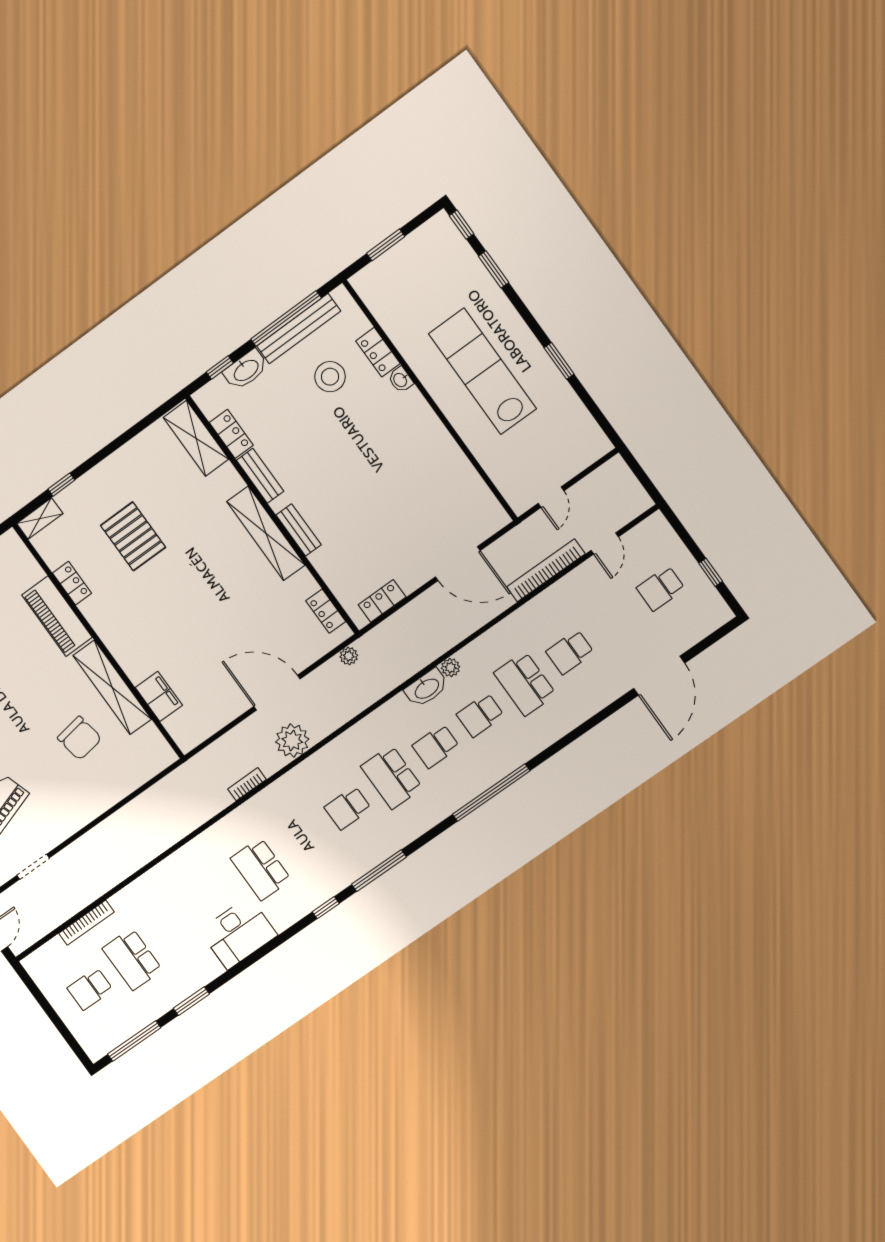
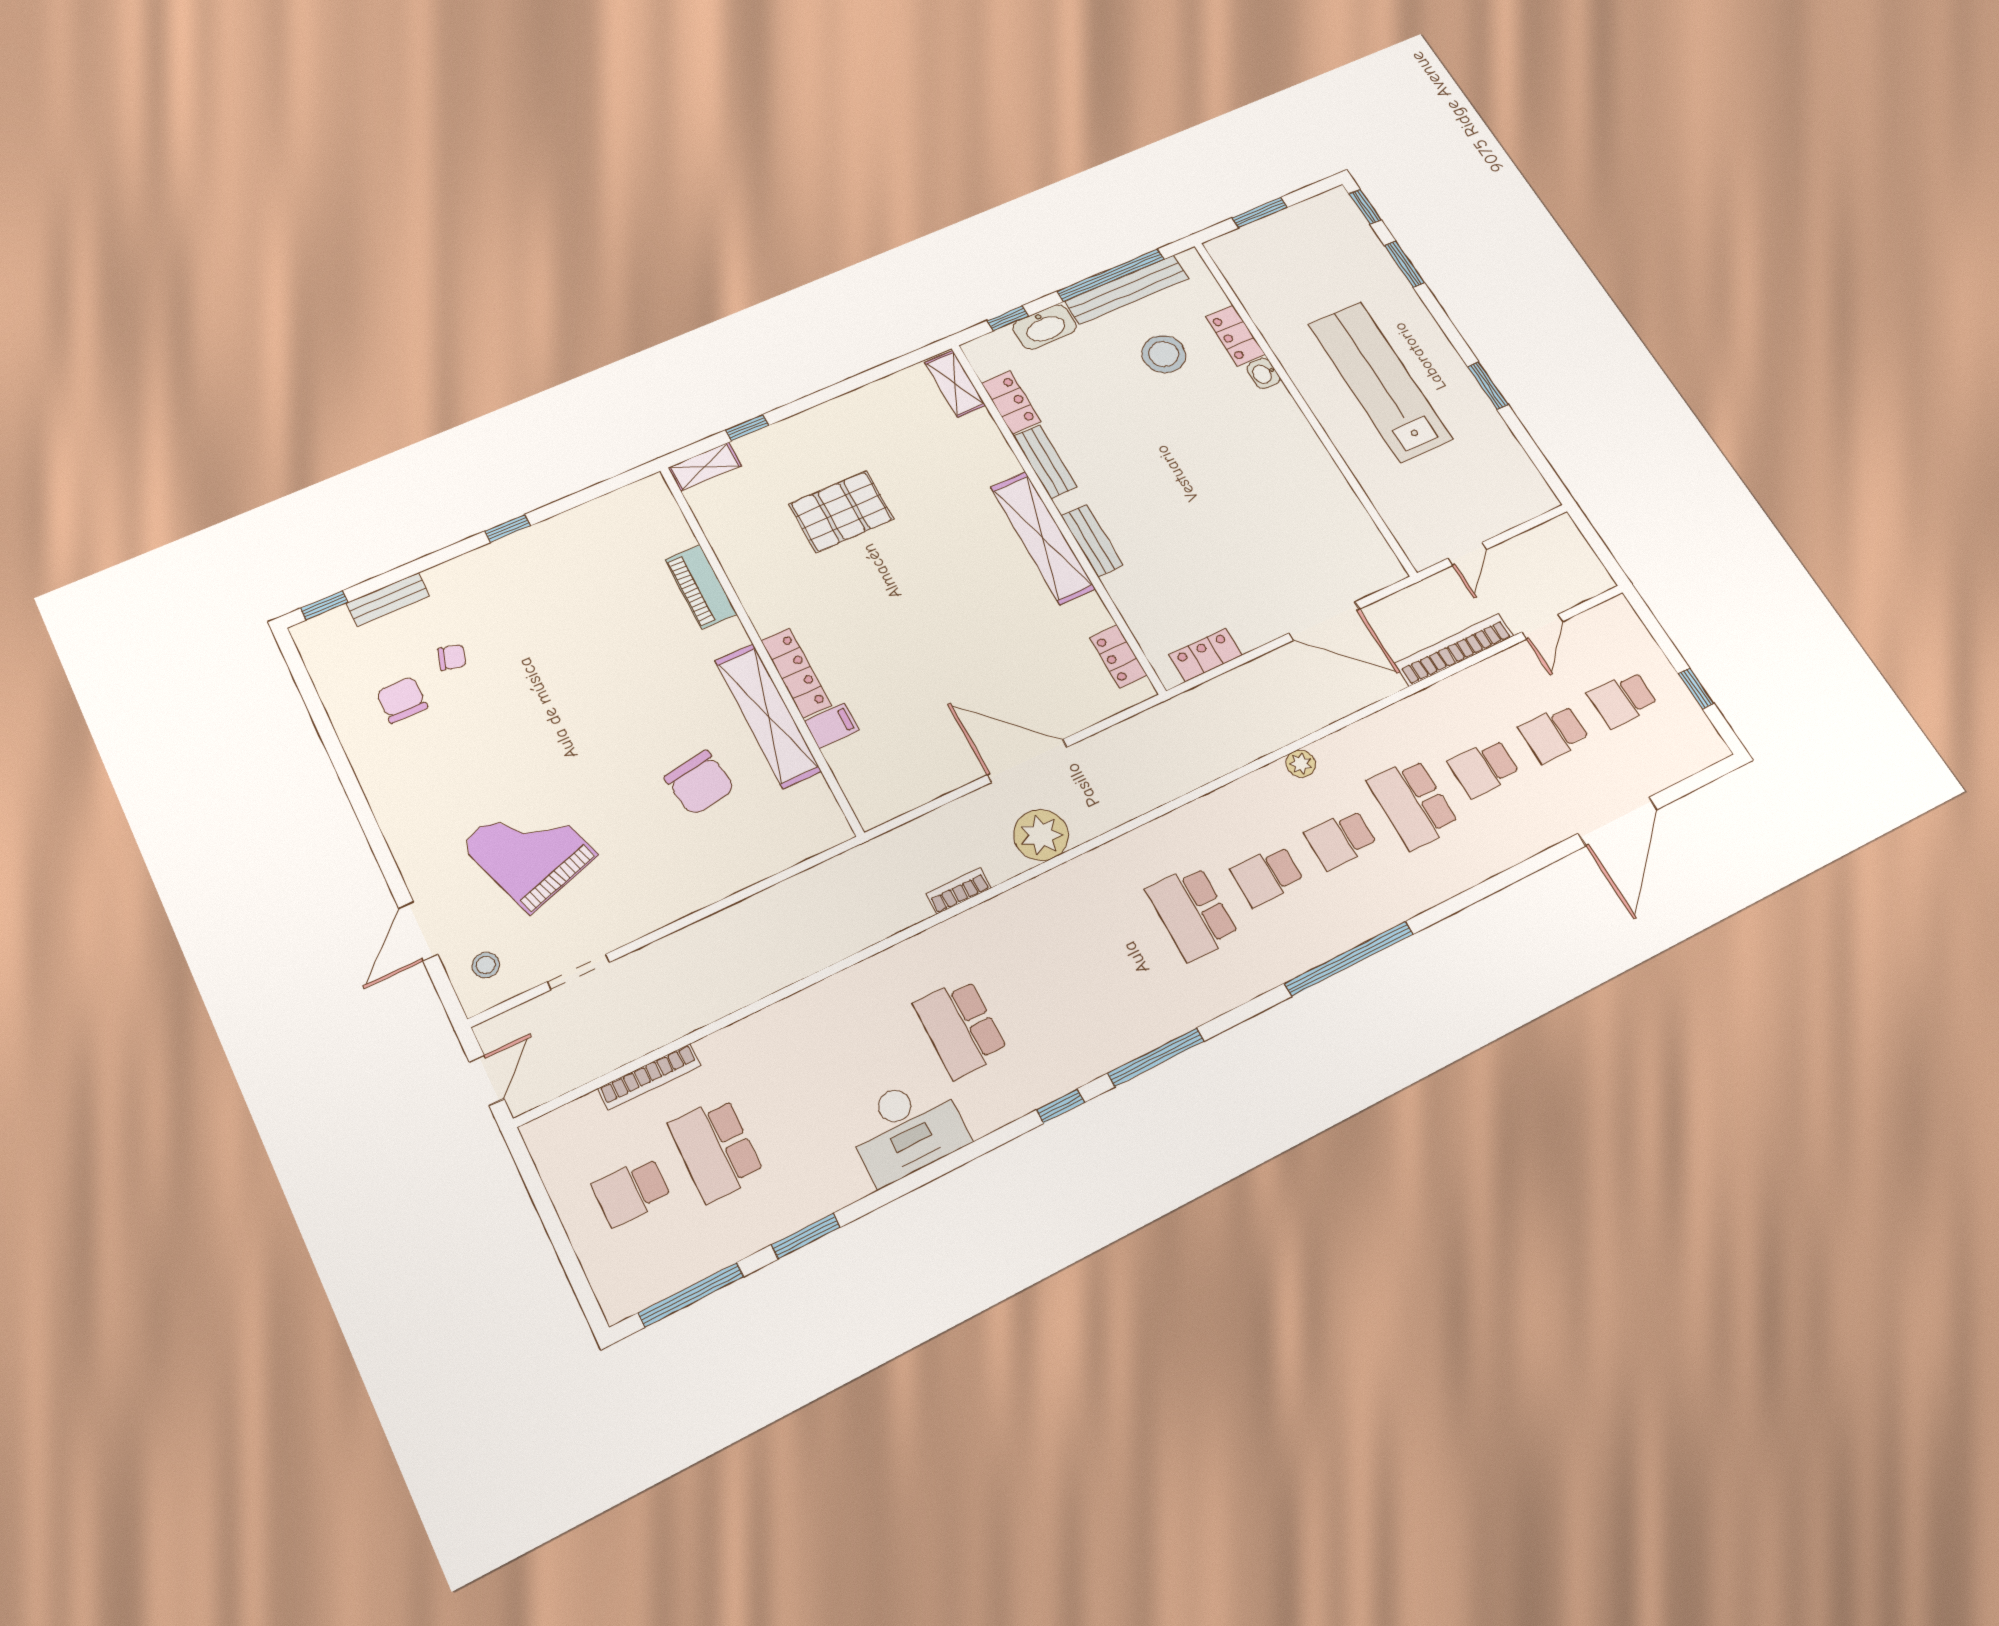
shelving: (196, 438) -> (955, 384), width x0.67, depth x0.75
pallet: (133, 536) -> (841, 512), turned 90
locker: (72, 583) -> (796, 673), moved, width x1.53
piano: (57, 616) -> (701, 587), width x0.73, depth x0.75
plant: (349, 656) -> (1146, 724), removed
washbasin: (426, 688) -> (1261, 788), removed
filing cabinet: (159, 696) -> (832, 726), width x0.50
school desk: (348, 808) -> (1554, 733), moved

